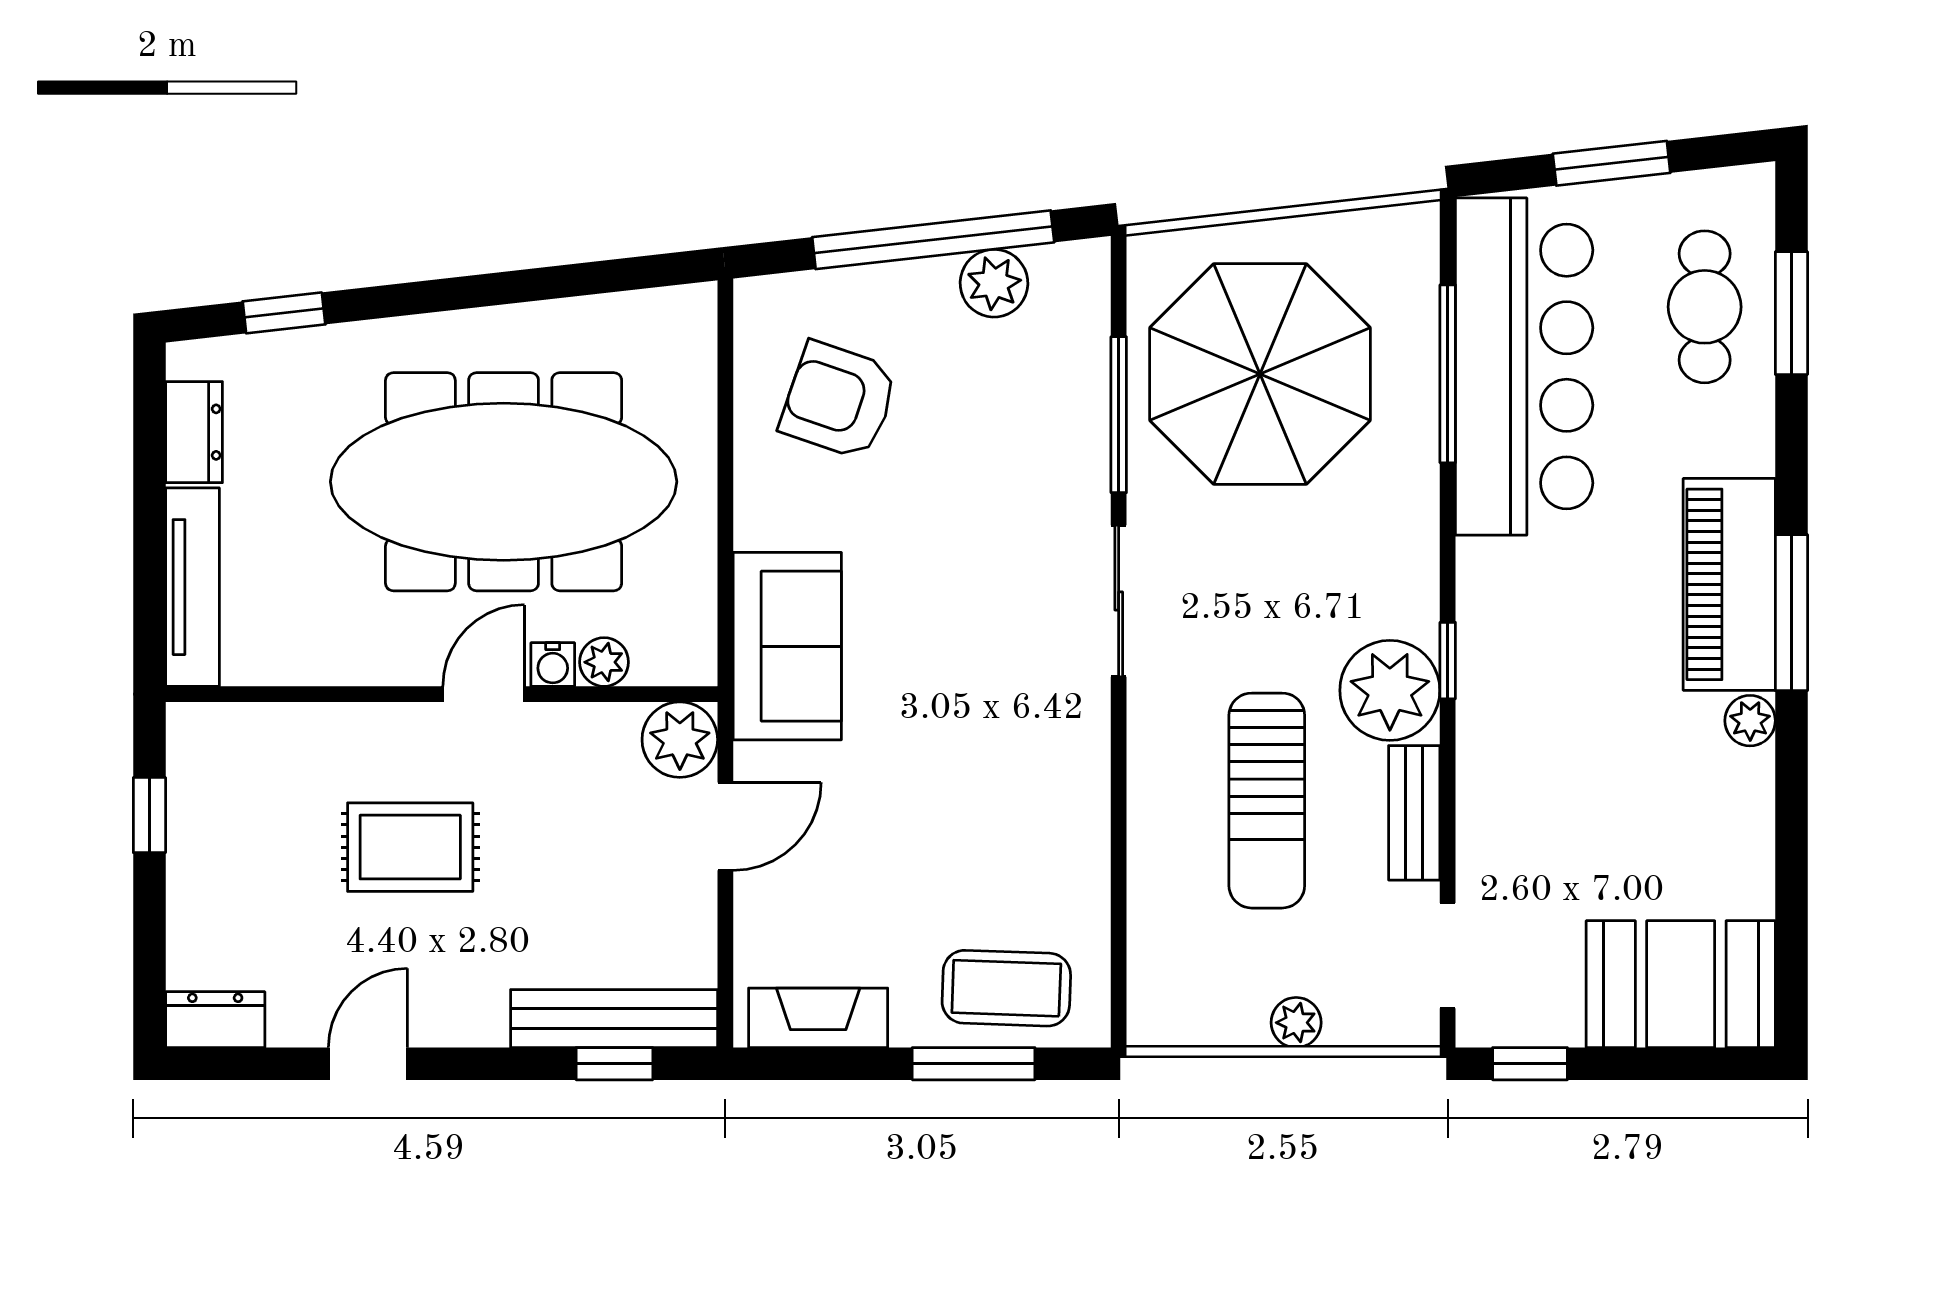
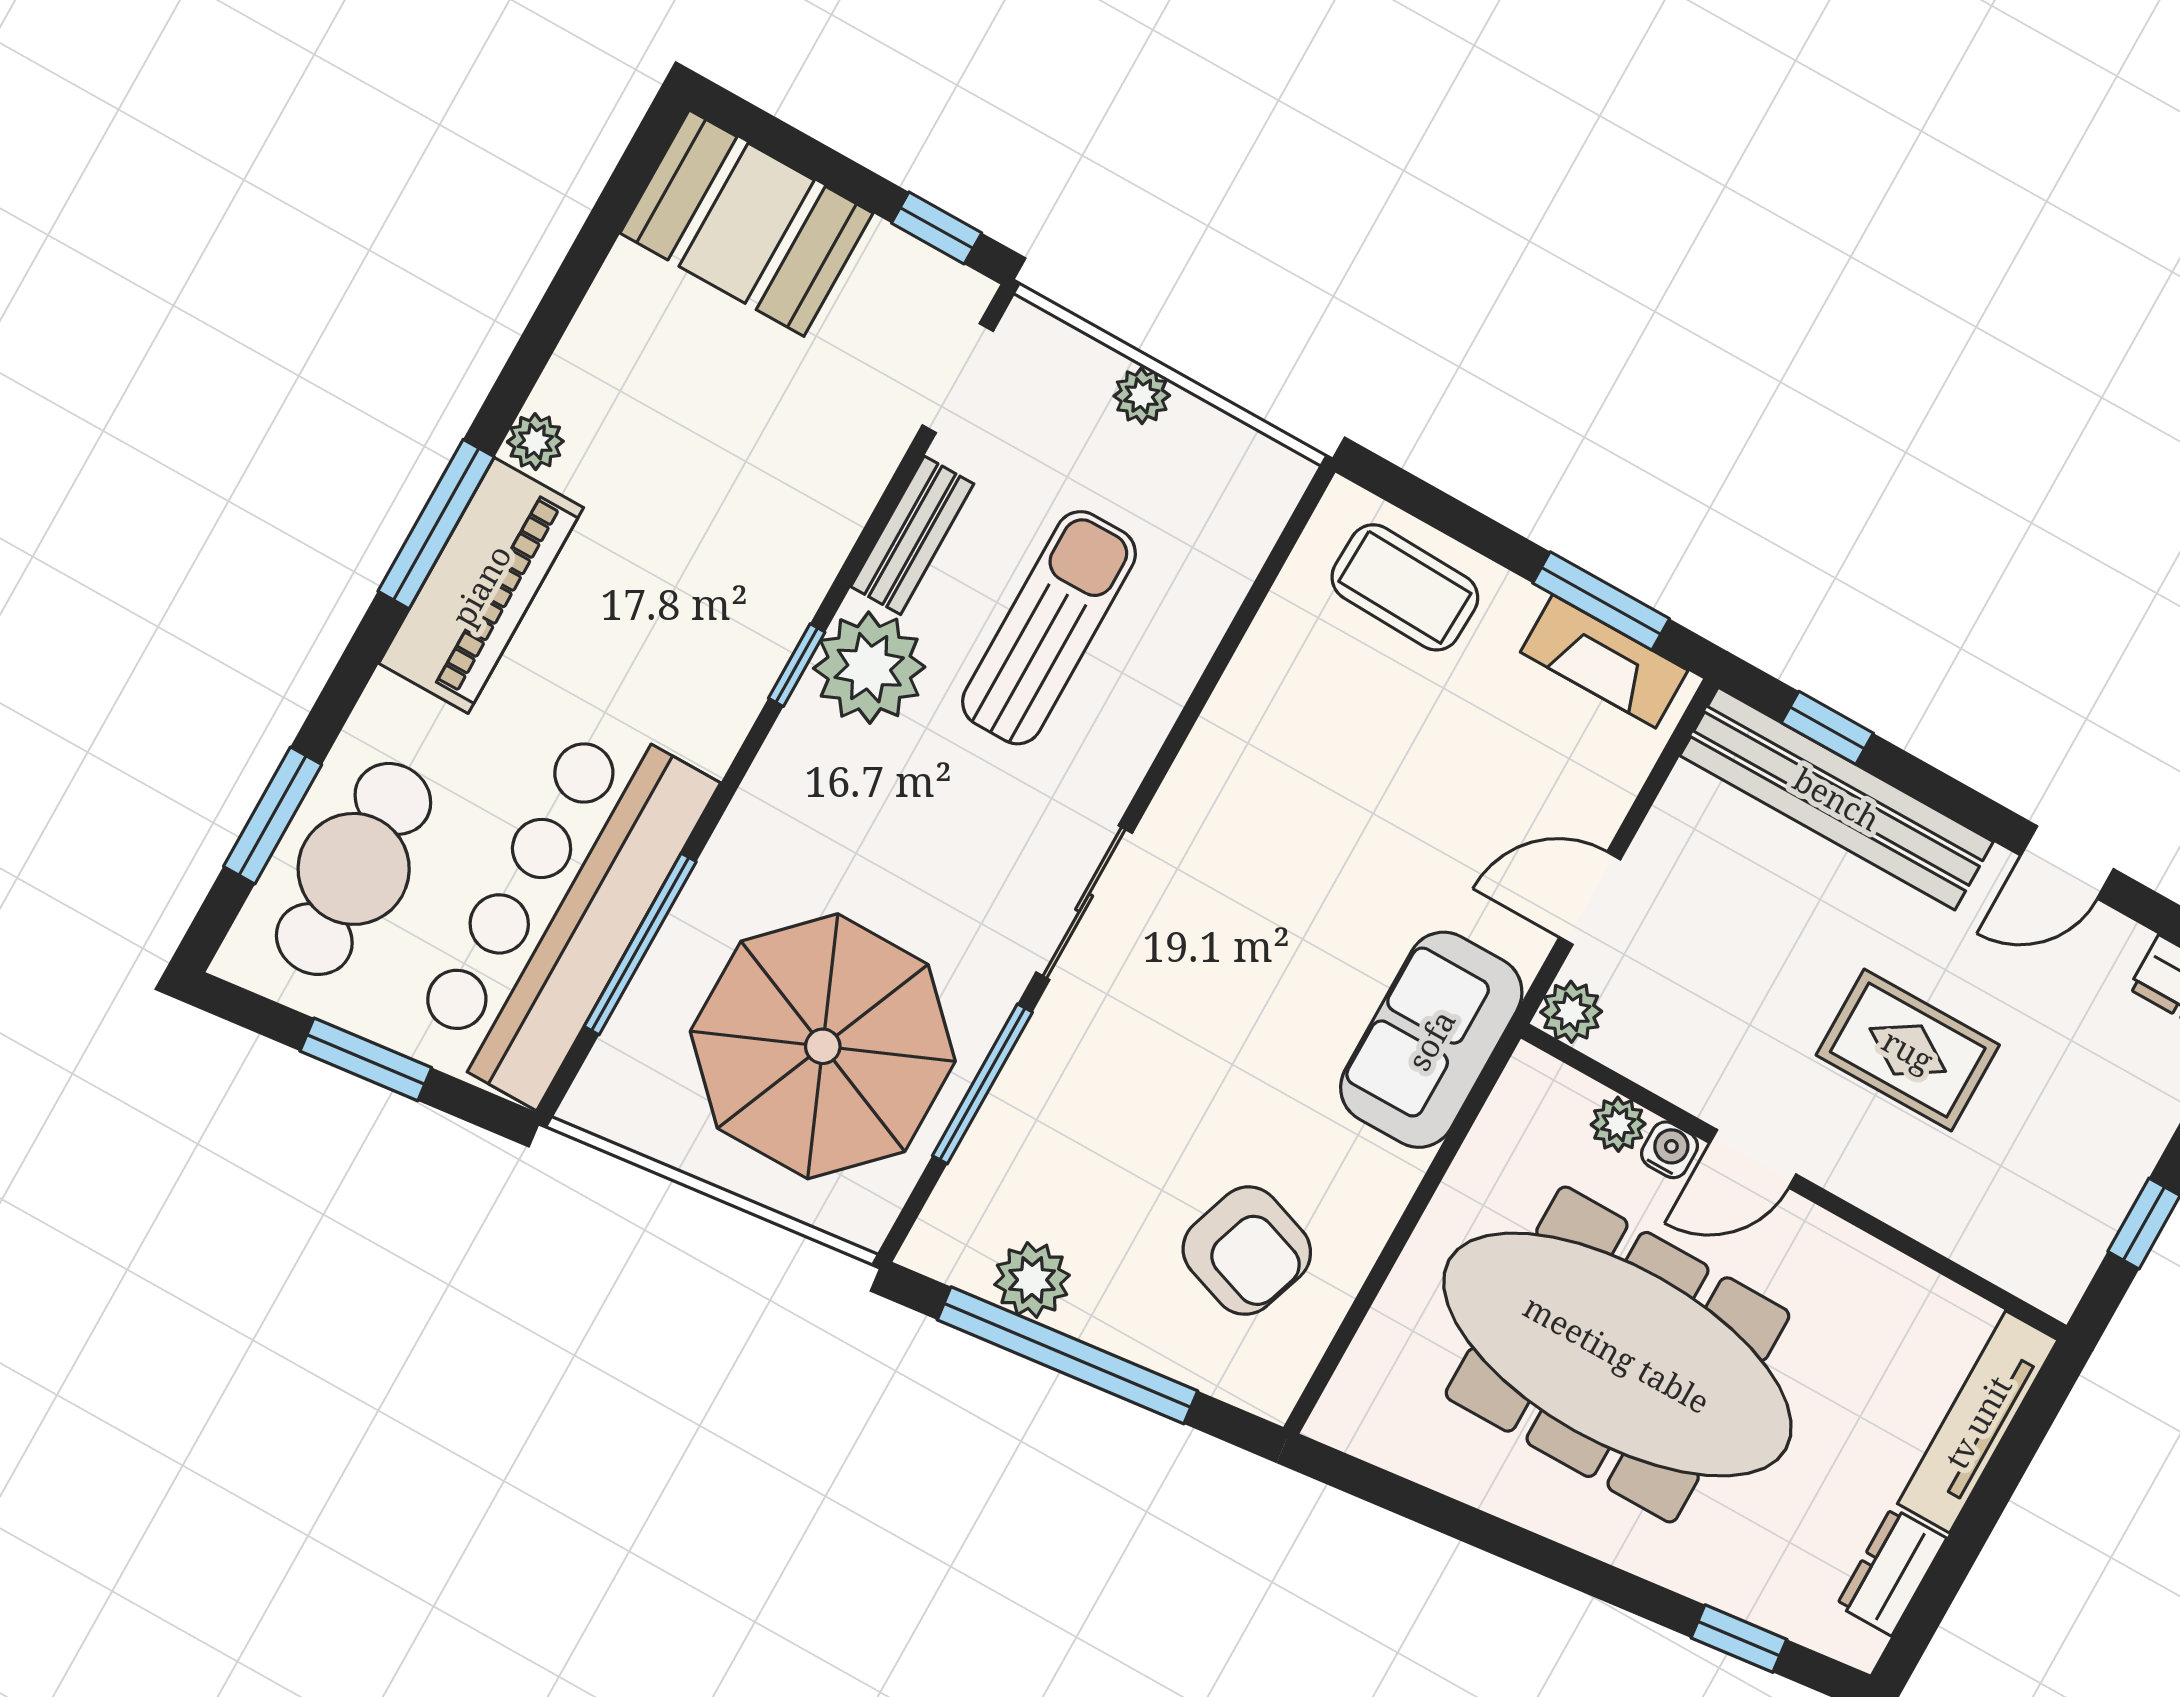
cafe table: (1705, 307) -> (354, 869), width x1.37, depth x1.35
plant: (680, 740) -> (1571, 1012), width x0.73, depth x0.73
bench: (614, 1019) -> (1837, 799), width x1.37, depth x1.21
window: (974, 1064) -> (1601, 601), moved

